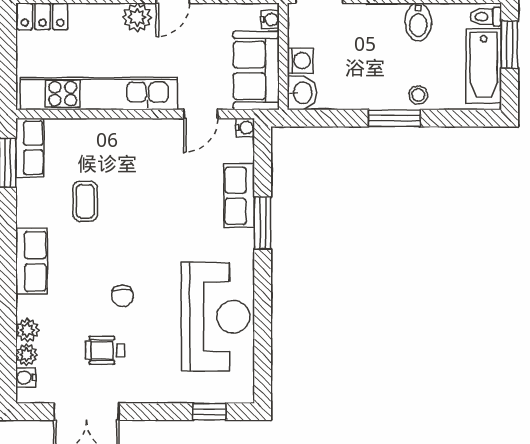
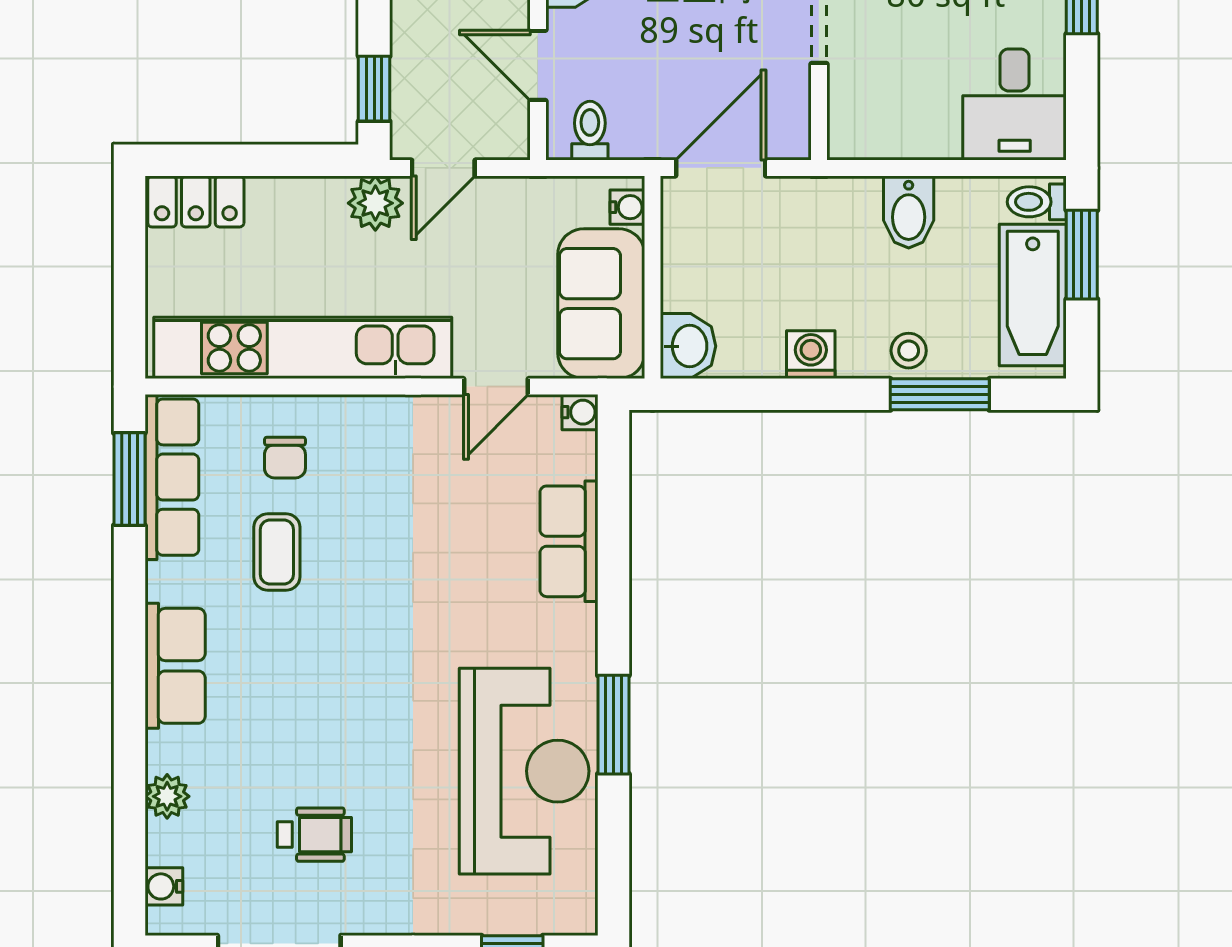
washing machine: (300, 61) -> (811, 355), moved, turned -90
window: (394, 118) -> (940, 394), moved
row of seats: (30, 148) -> (172, 477), width x1.48
window: (263, 223) -> (613, 725), moved
chair: (122, 296) -> (285, 458), moved
wheelchair: (105, 350) -> (314, 835), turned 180
plant: (27, 355) -> (166, 843), removed

